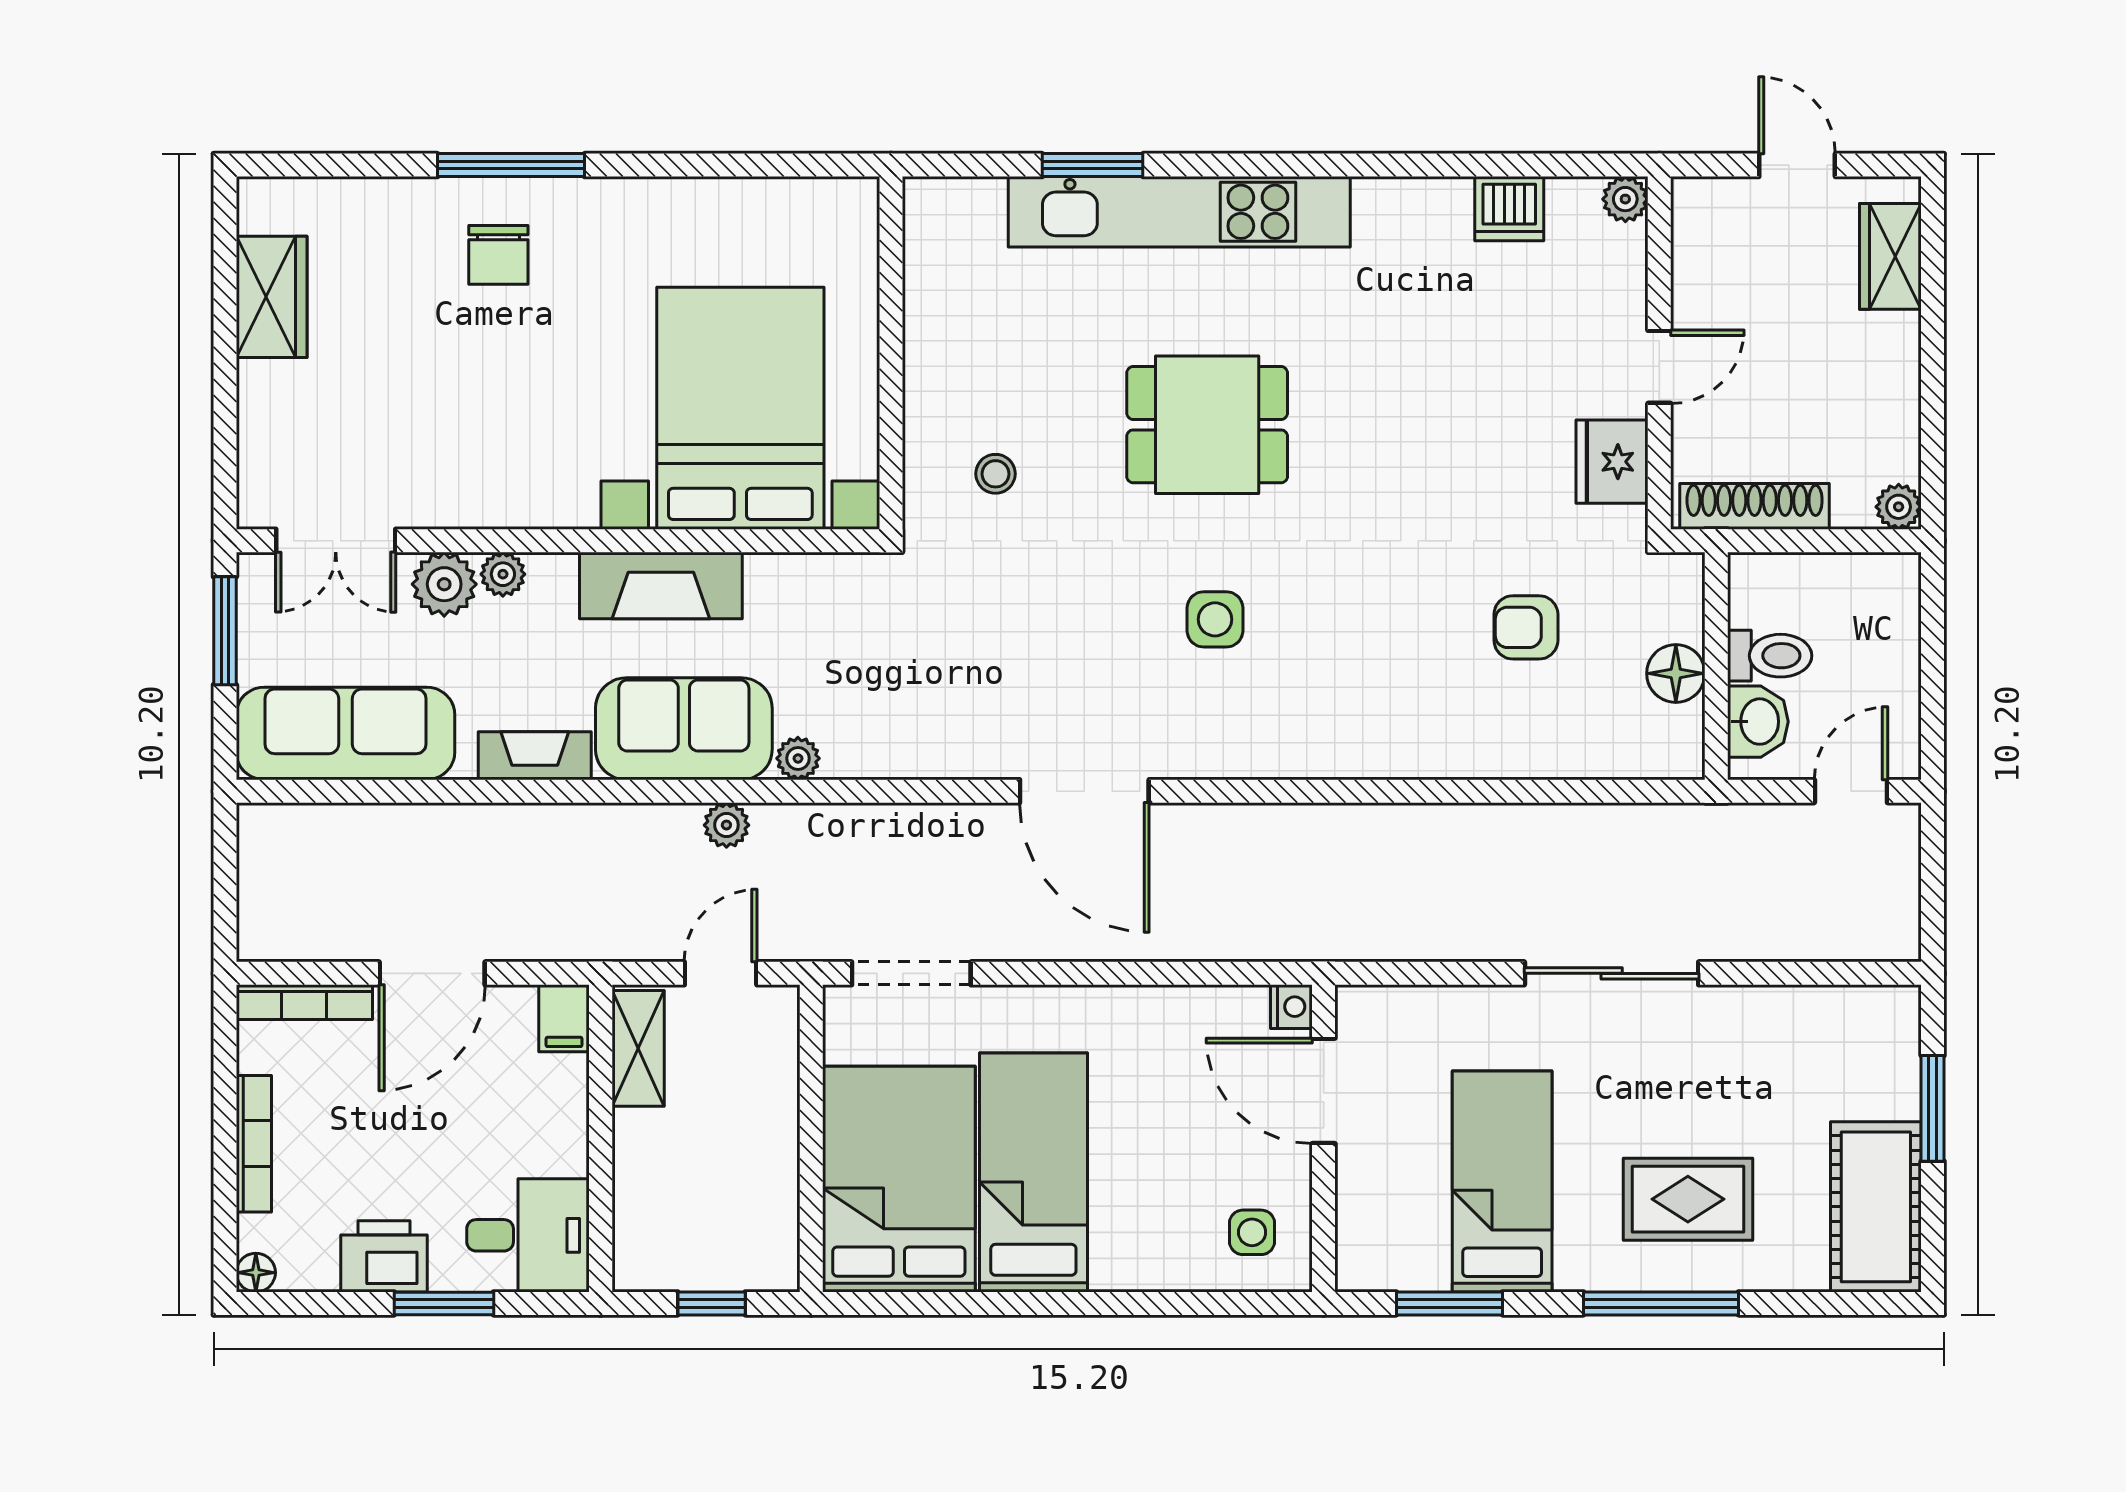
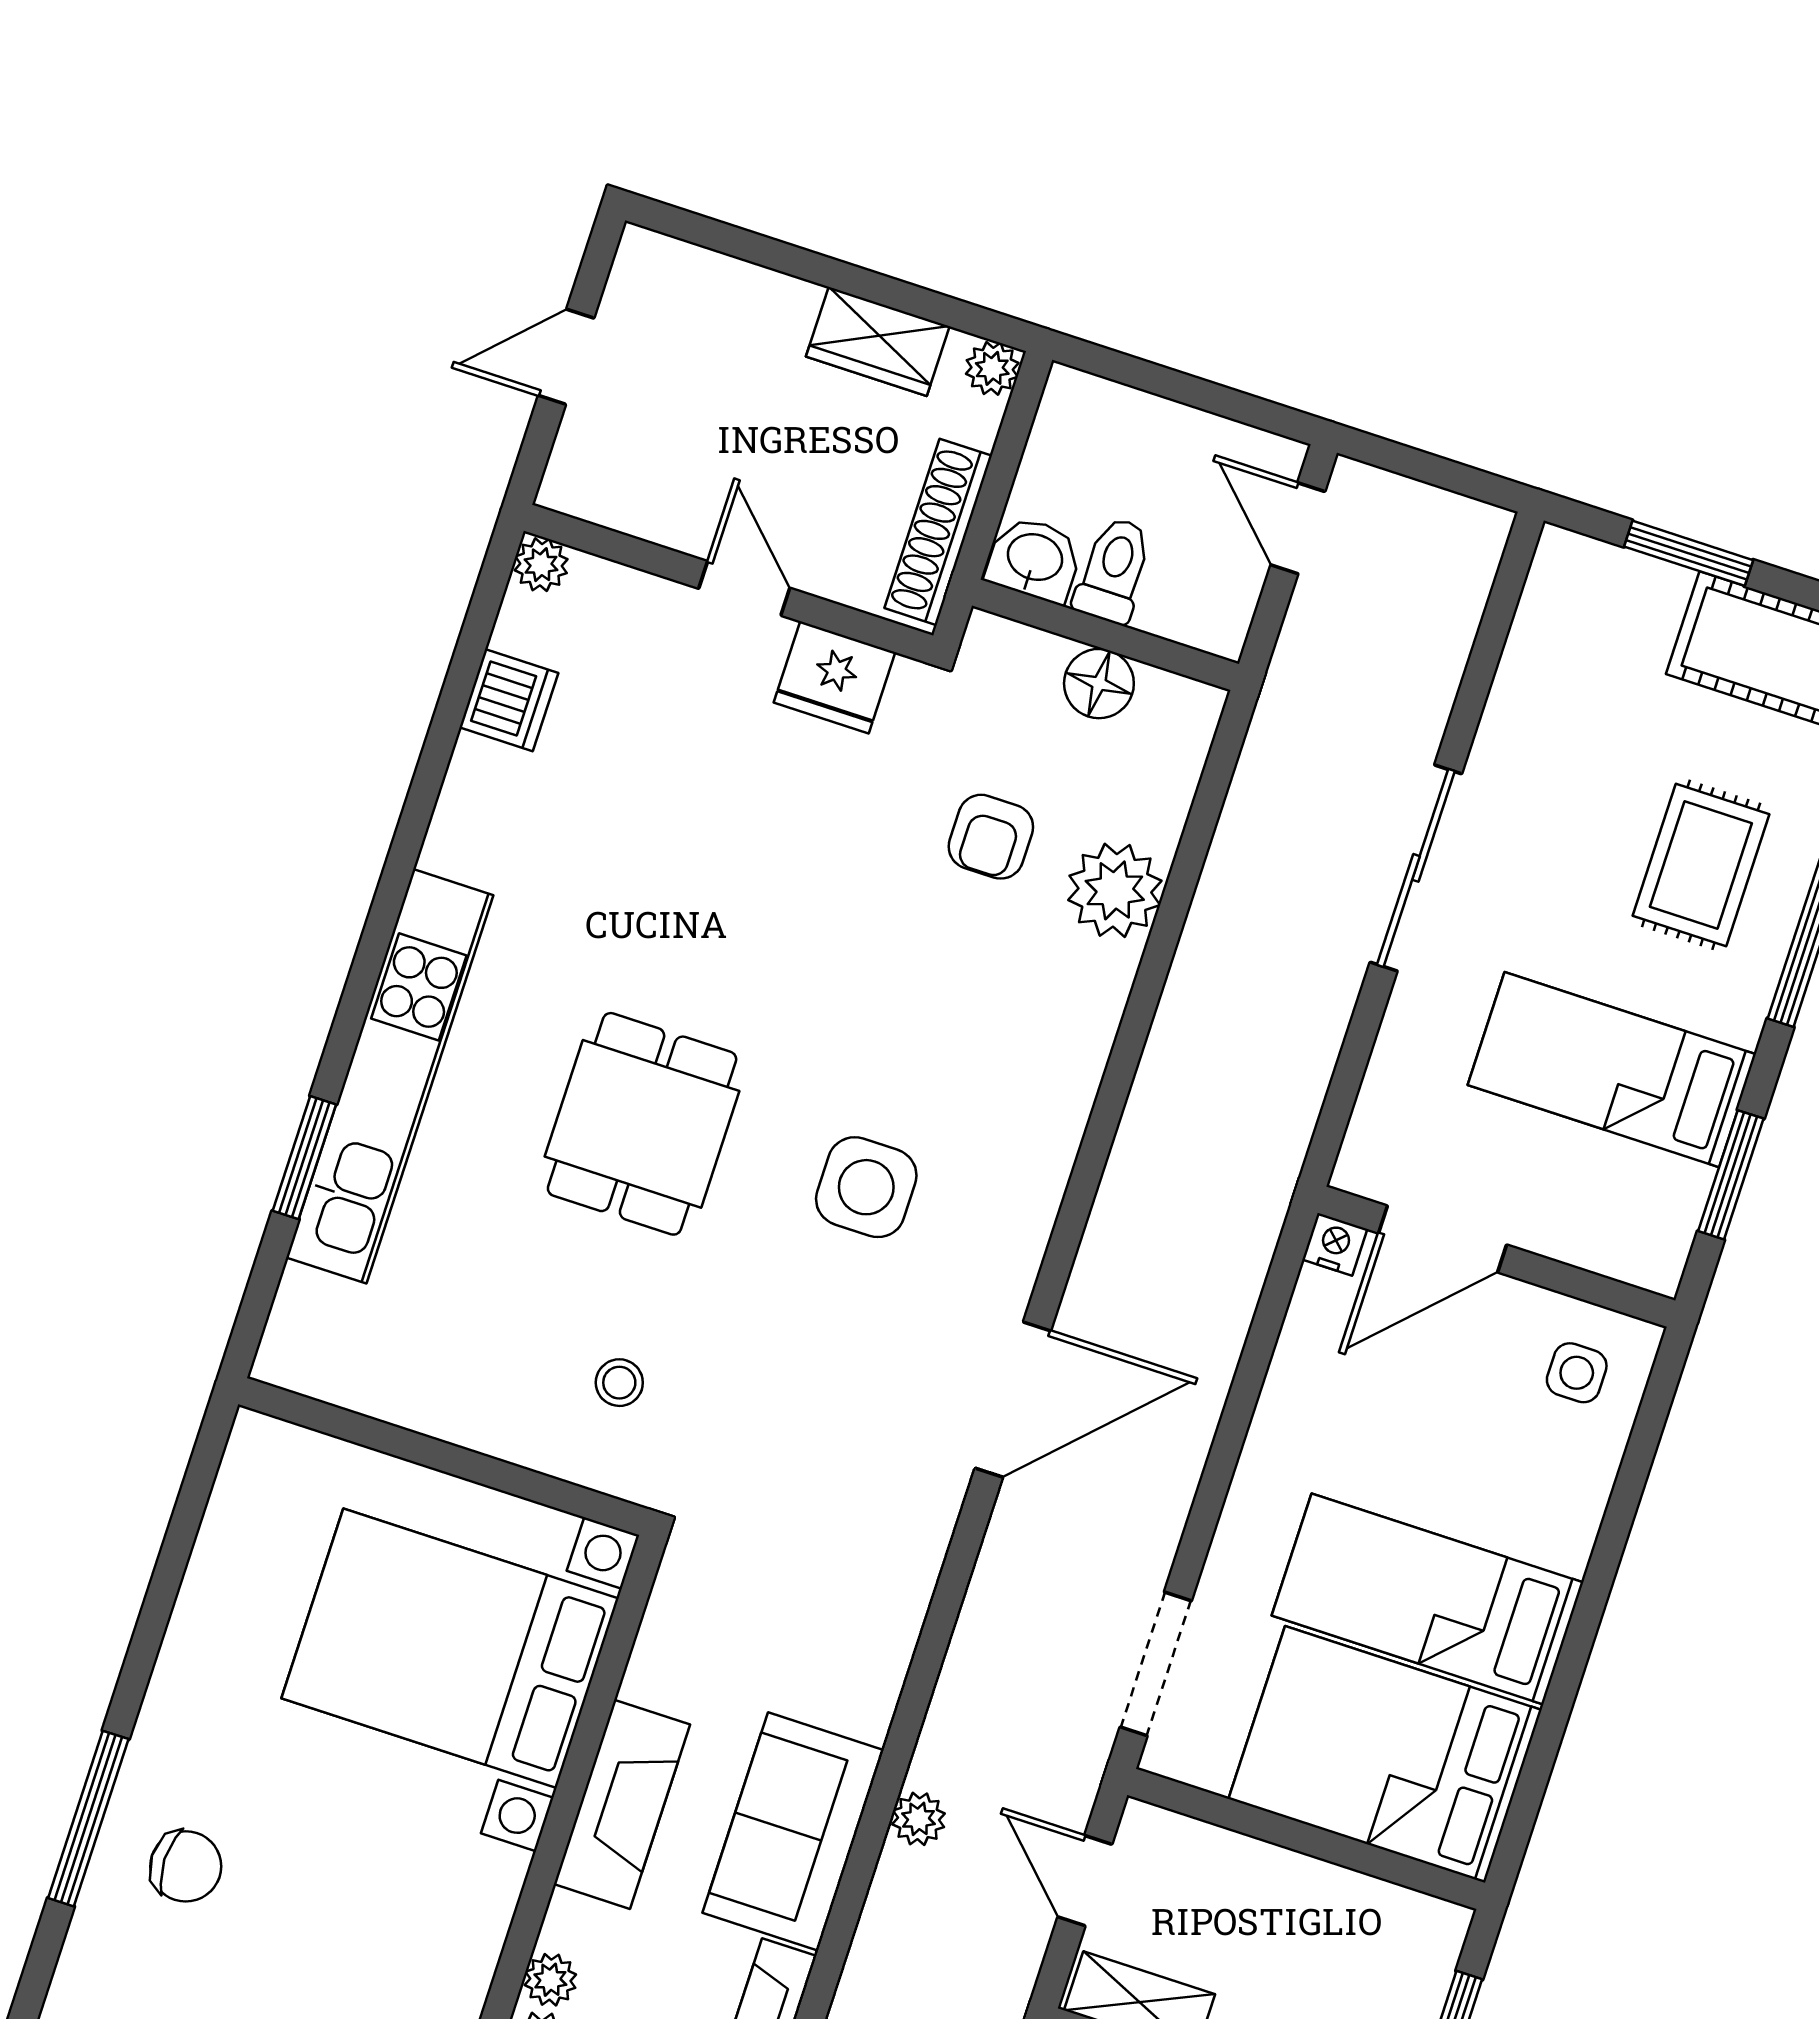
wardrobe: (1890, 256) -> (878, 341), moved
side table: (1215, 619) -> (866, 1187), width x1.37, depth x1.37
washbasin: (1758, 722) -> (1034, 559), moved
plant: (798, 758) -> (1115, 890), moved, width x1.88, depth x1.88

